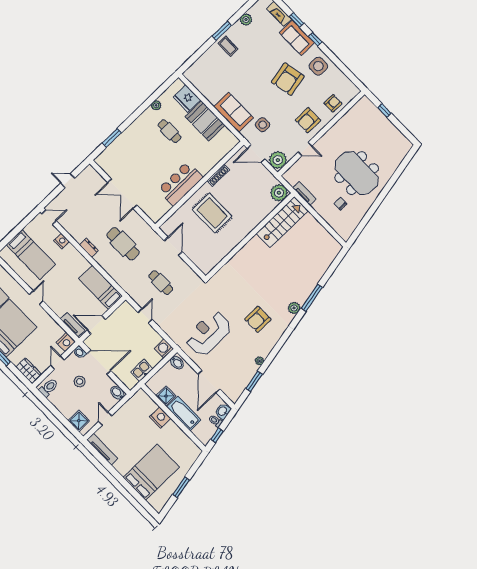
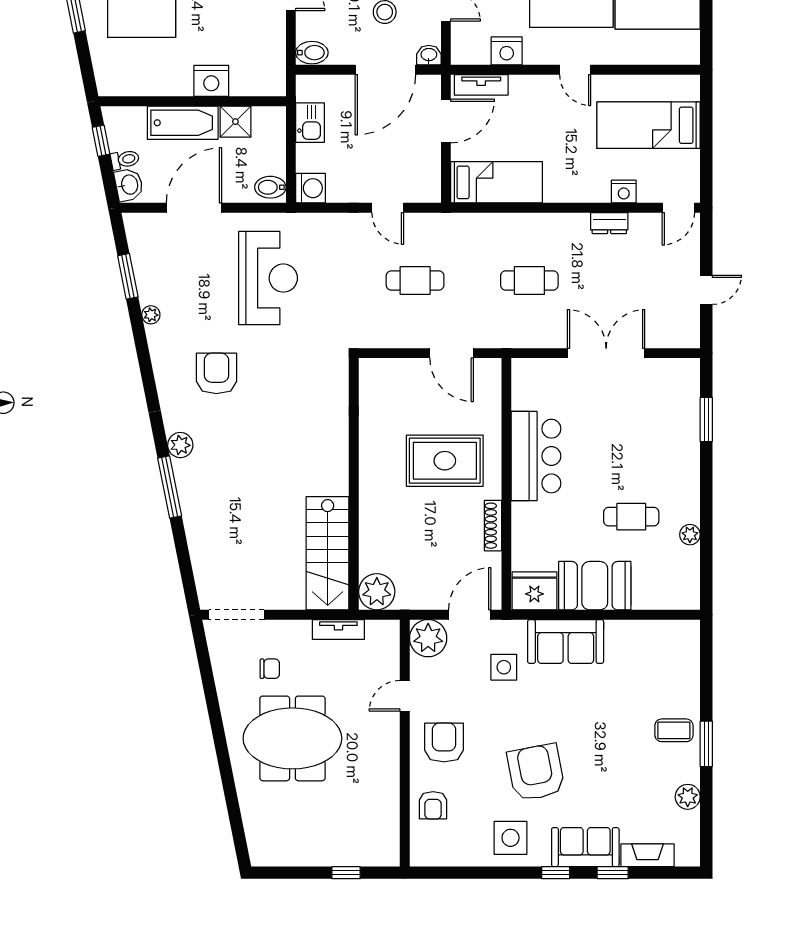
fridge: (187, 99) -> (534, 591), moved
doorway: (333, 233) -> (237, 615), added
cafe table: (123, 244) -> (529, 280), width x0.73, depth x0.74
dresser: (89, 248) -> (609, 223), moved
nightstand: (66, 342) -> (507, 51), moved, turned -90
door: (209, 382) -> (194, 208), hinge flipped

